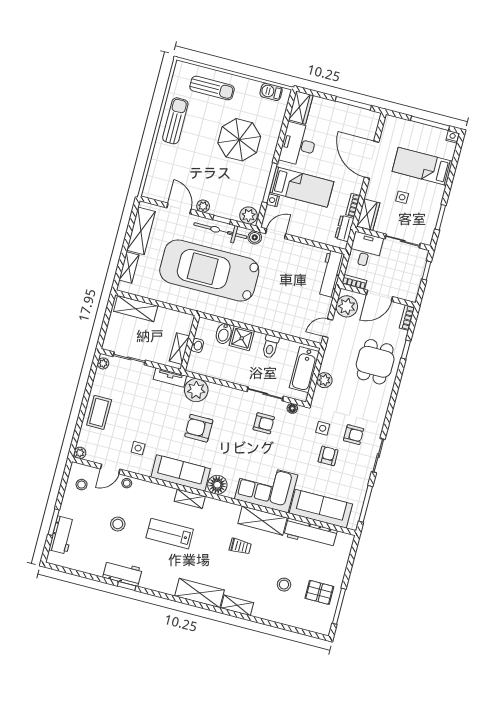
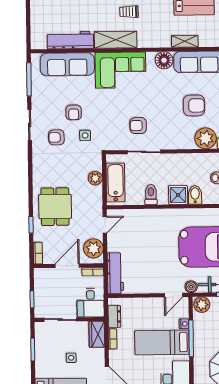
floor lamp: (292, 408) -> (117, 146), removed

